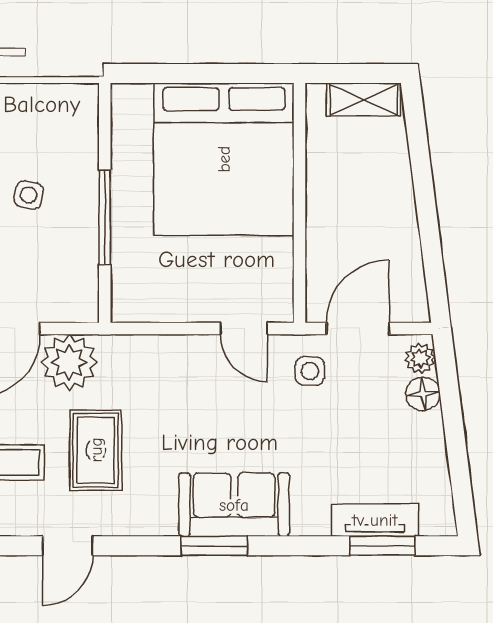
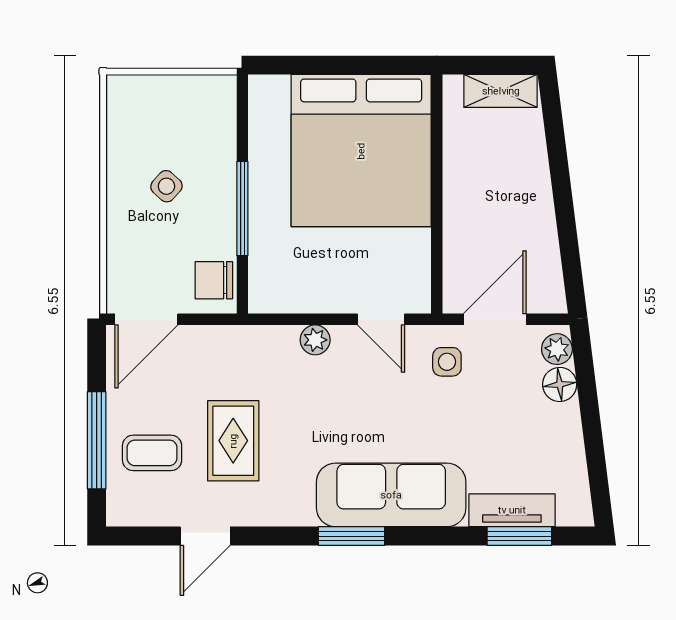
side table: (29, 195) -> (166, 186), turned 31
chair: (76, 289) -> (214, 280), added
plant: (69, 362) -> (315, 340), moved, width x0.53, depth x0.53
sofa: (234, 505) -> (391, 495), width x1.36

